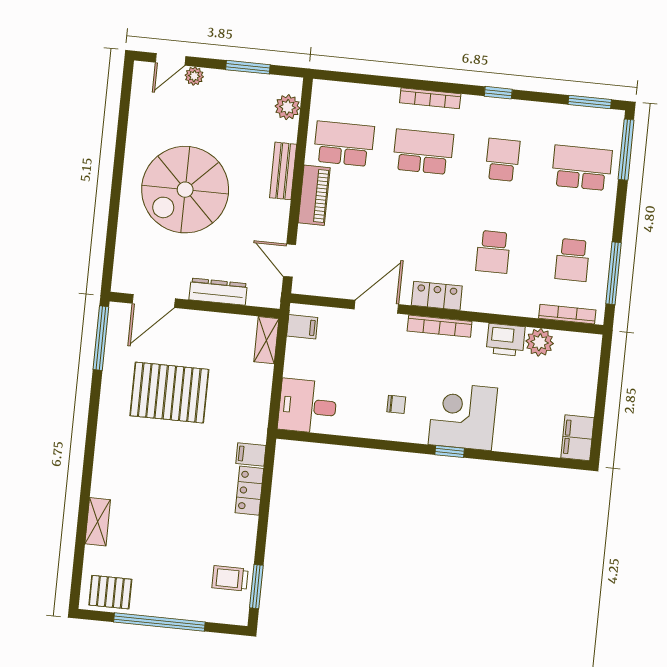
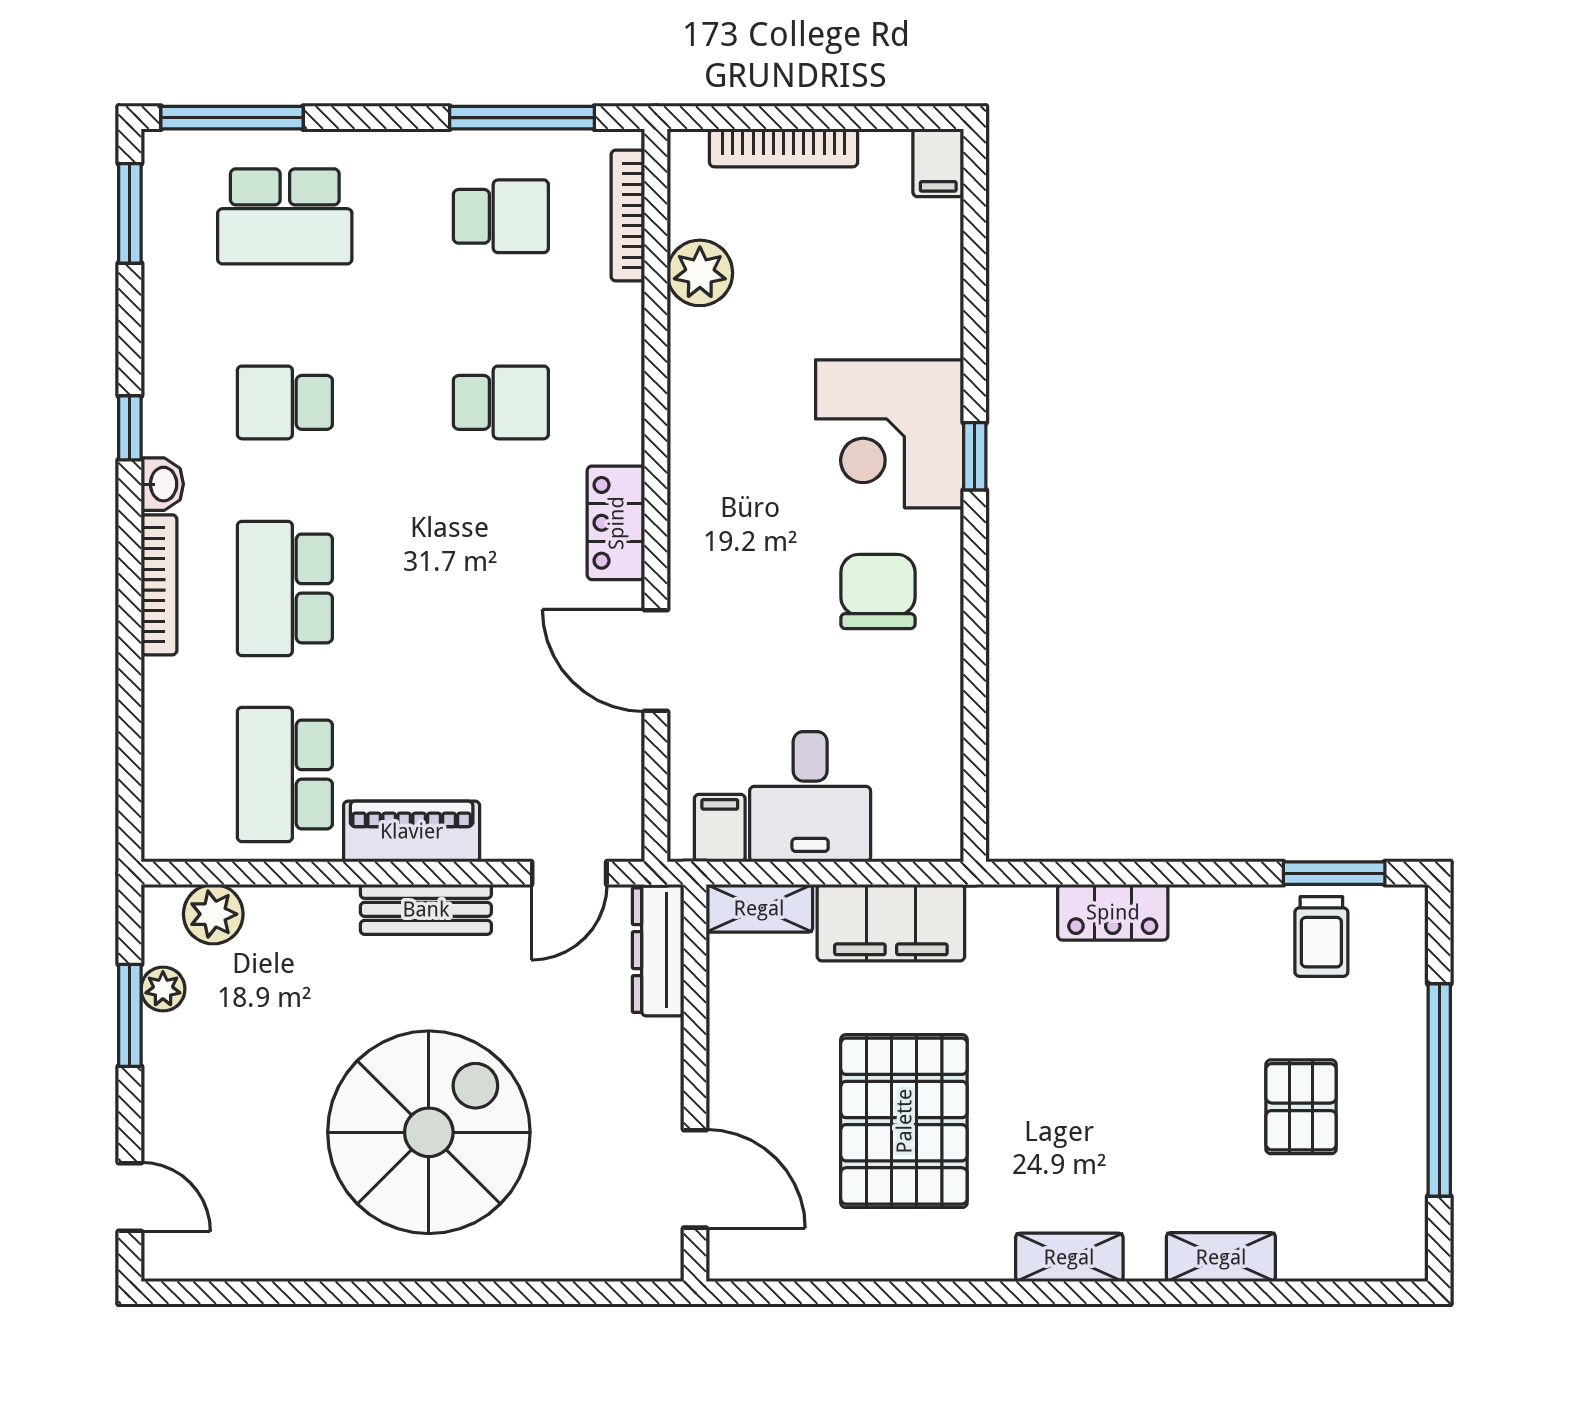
plant: (194, 76) -> (163, 989), moved
washbasin: (473, 104) -> (162, 484), added
school desk: (582, 168) -> (285, 216), turned -90
bench: (283, 171) -> (426, 909), moved
spiral stairs: (185, 190) -> (429, 1132), turned -90
dresser: (218, 292) -> (658, 950), moved
bookcase: (440, 326) -> (784, 148), moved, turned 90
window: (101, 338) -> (794, 1293), removed
printer: (506, 340) -> (702, 353), removed
chair: (396, 404) -> (878, 591), width x1.87, depth x1.87
desk: (308, 406) -> (810, 797), moved
filing cabinet: (577, 438) -> (938, 163), width x0.50
filing cabinet: (251, 454) -> (891, 923), moved, width x3.00, depth x1.17
shelving: (104, 457) -> (1069, 1257), added
pallet: (110, 592) -> (1301, 1107), moved

